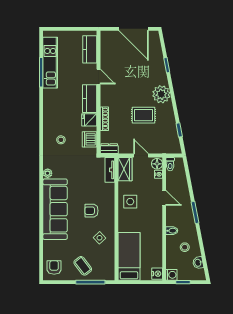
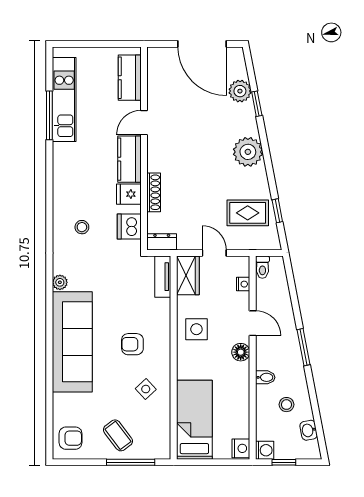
plant: (157, 58) -> (240, 91), added
door: (99, 77) -> (144, 123), swing flipped
rug: (143, 115) -> (248, 213), moved
floor lamp: (157, 164) -> (241, 352), moved
armchair: (54, 267) -> (71, 438), turned 90

